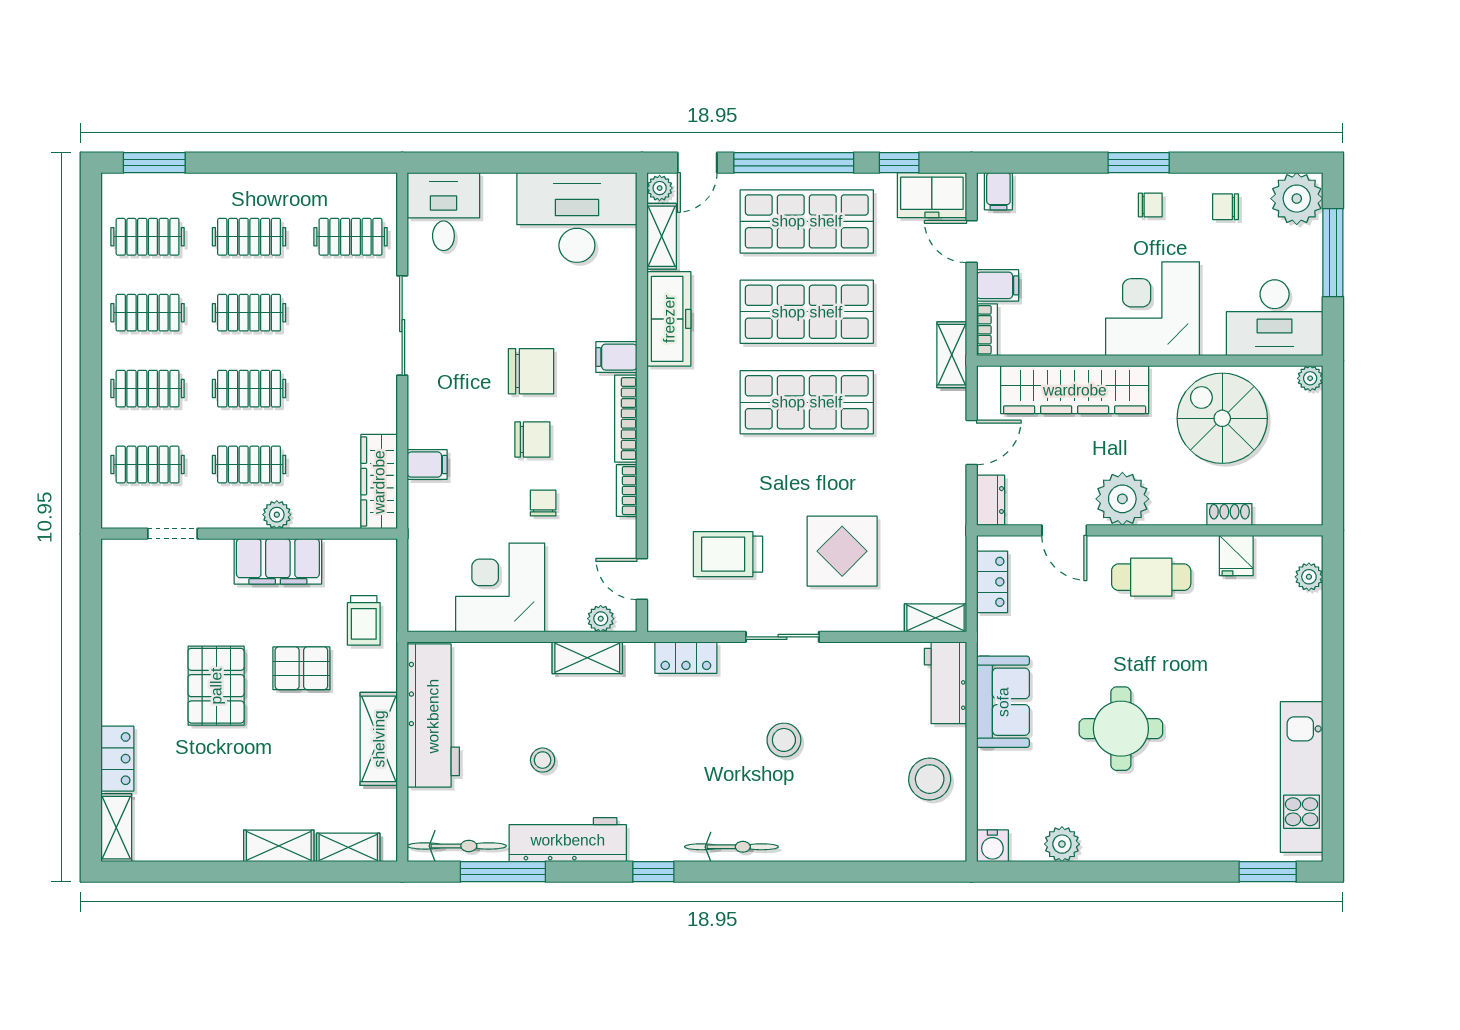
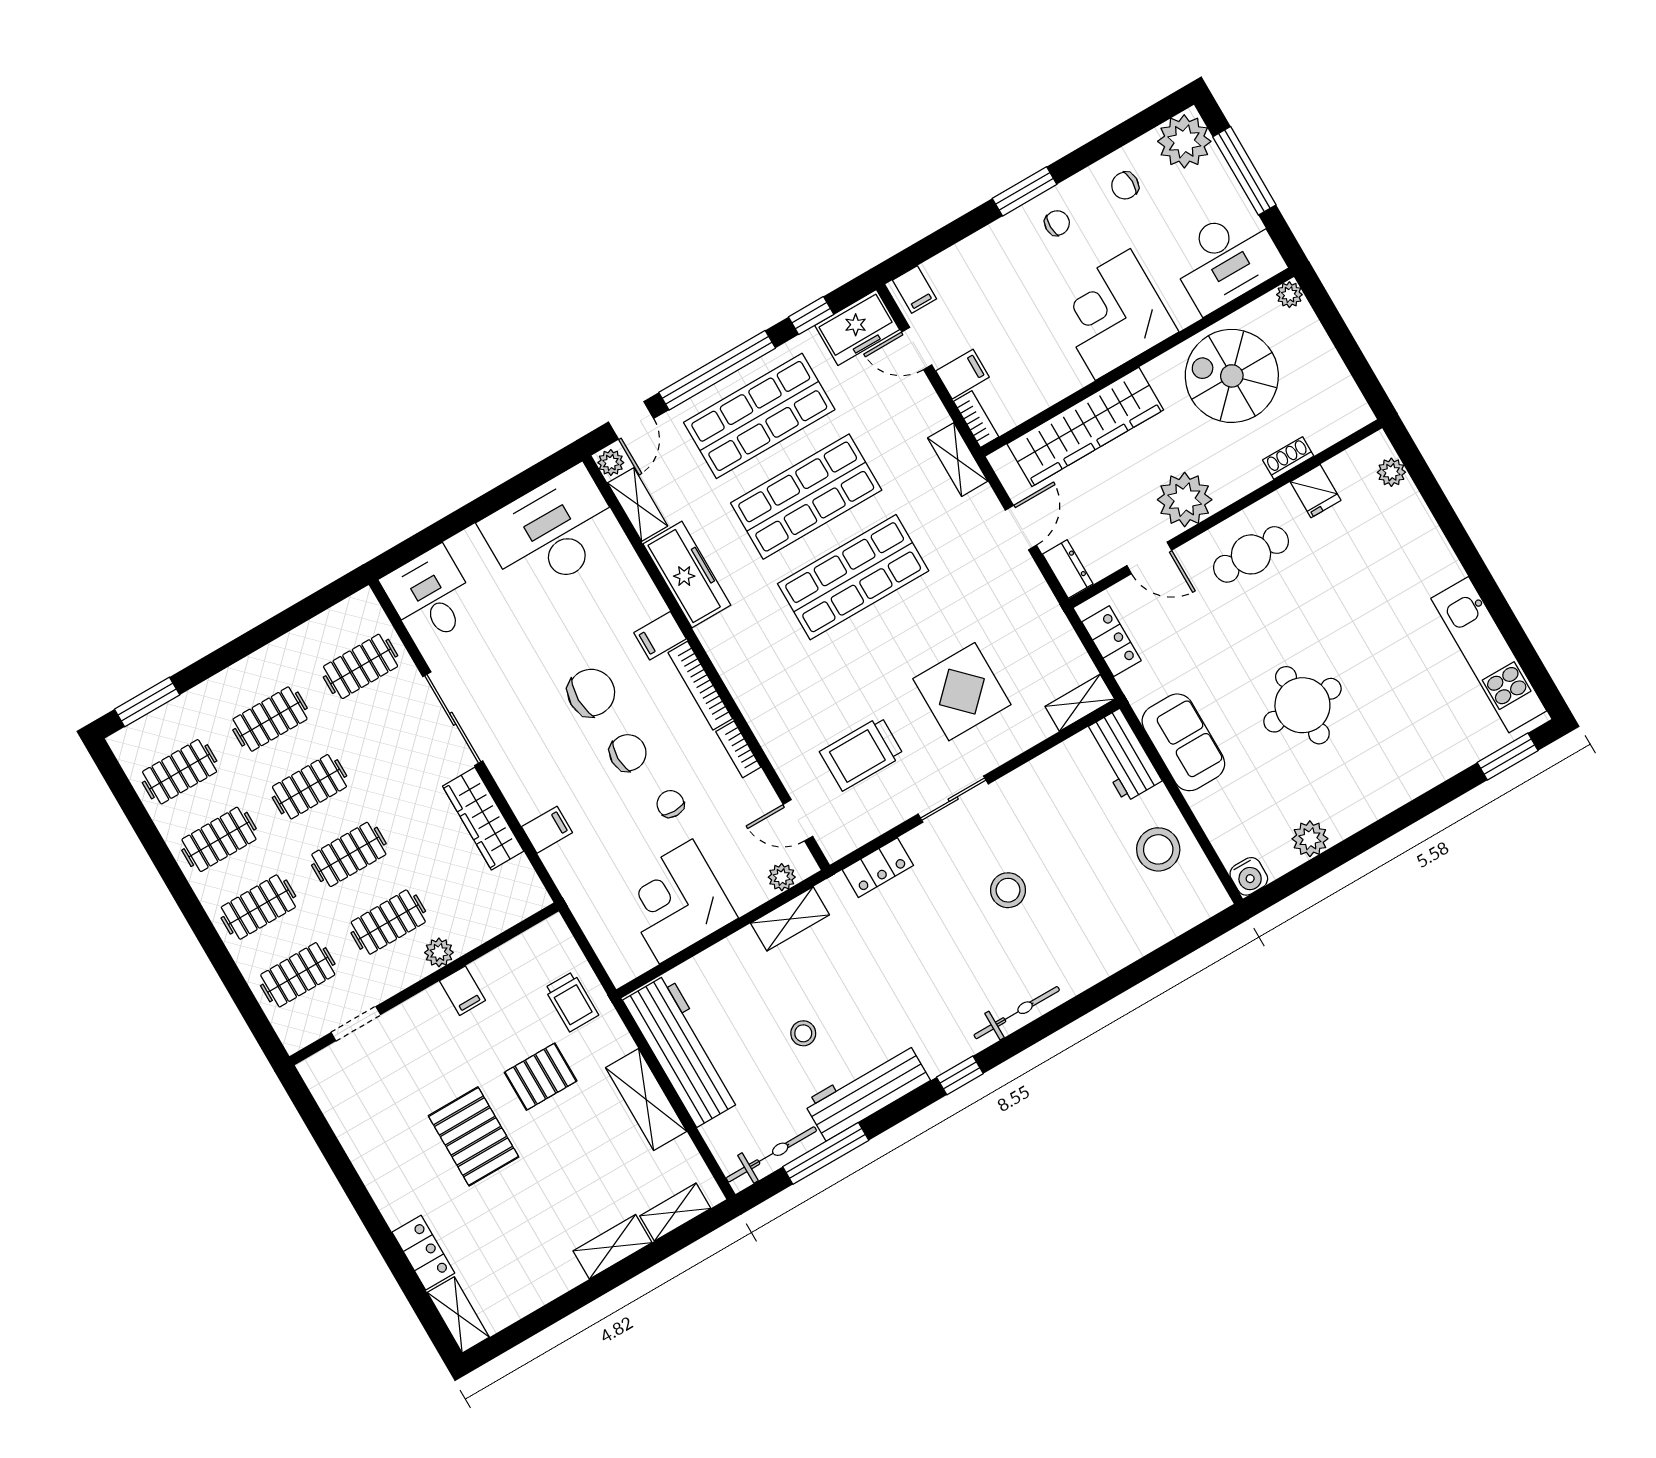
wardrobe: (379, 482) -> (483, 819), moved
filing cabinet: (278, 561) -> (462, 991), width x0.33, depth x0.86

